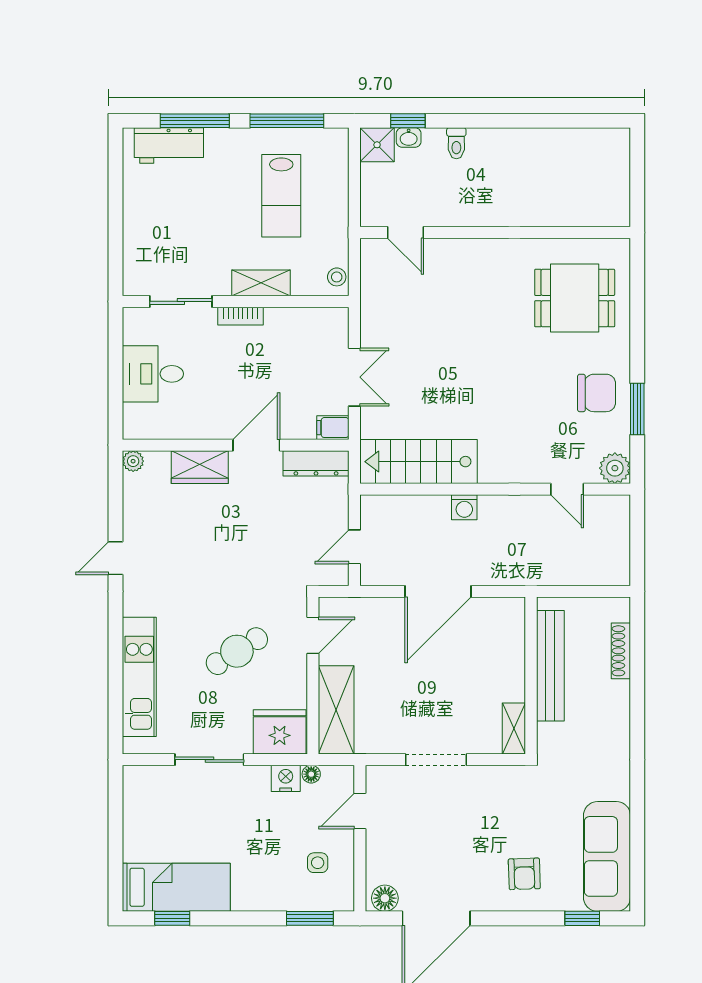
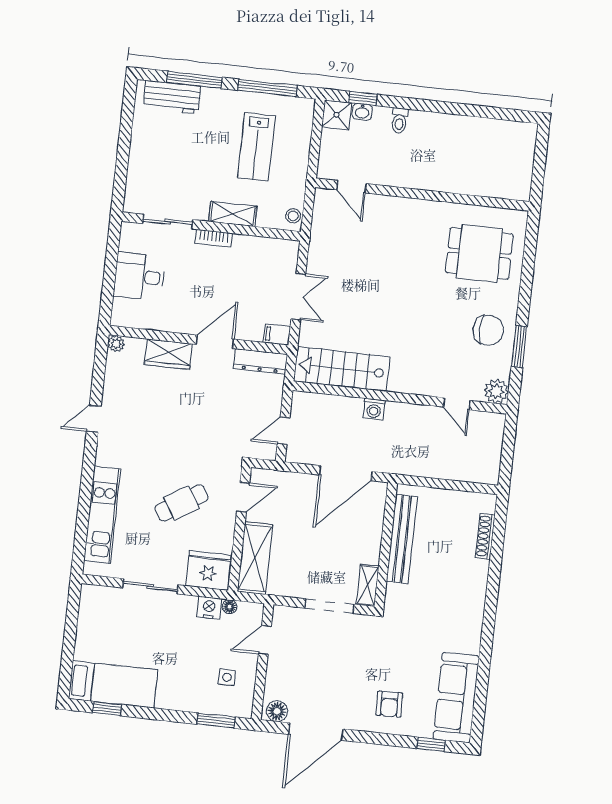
bench: (550, 666) -> (402, 539), moved
wall: (531, 675) -> (386, 545), moved
shelving: (514, 728) -> (368, 585), moved

